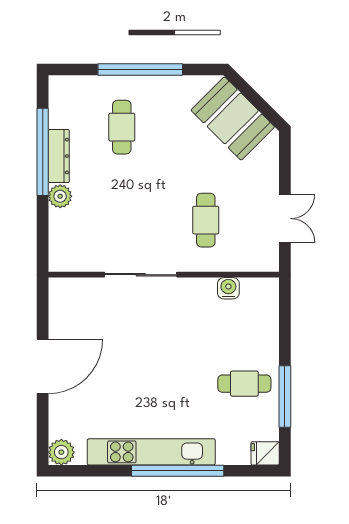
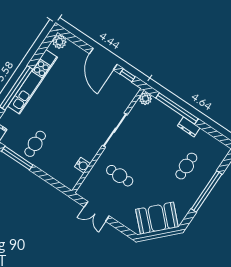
cafe table: (122, 127) -> (186, 166), turned 90
window: (43, 152) -> (177, 108), moved
dresser: (59, 156) -> (189, 127), width x0.70
plant: (60, 196) -> (145, 99), moved
window: (43, 312) -> (128, 75), added

